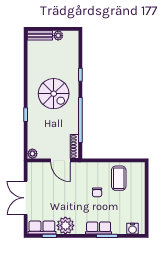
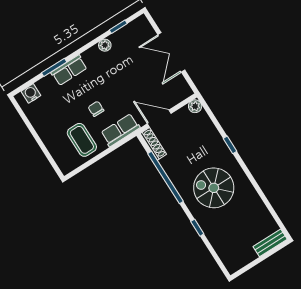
plant: (58, 36) -> (250, 256), removed
double door: (26, 198) -> (171, 52), swing flipped
plant: (65, 226) -> (105, 45), width x0.53, depth x0.53
row of seats: (42, 228) -> (120, 130), moved, turned 180

